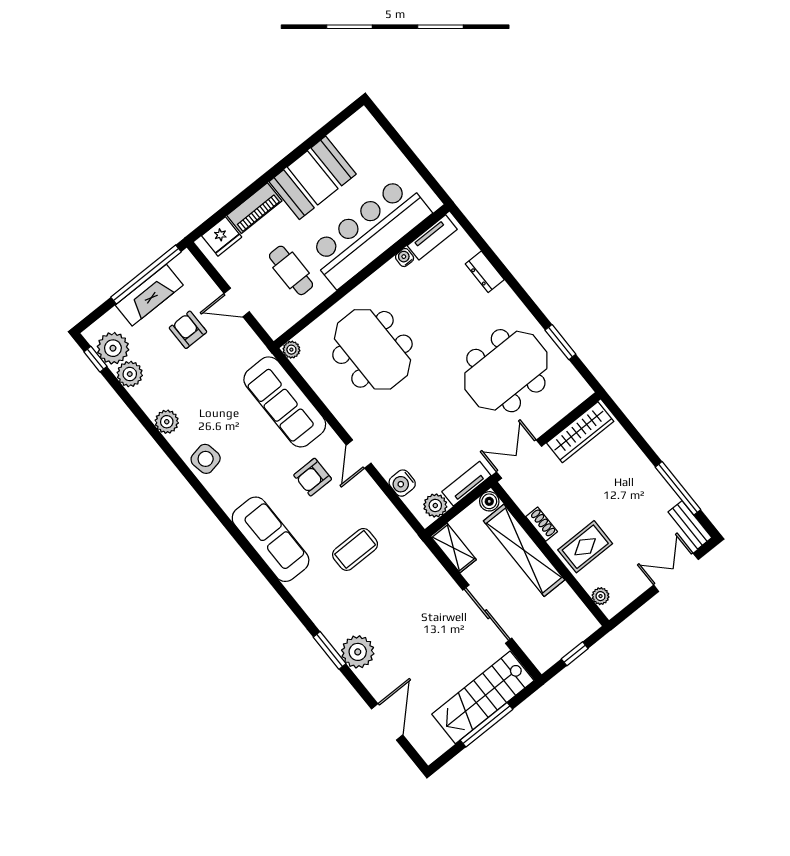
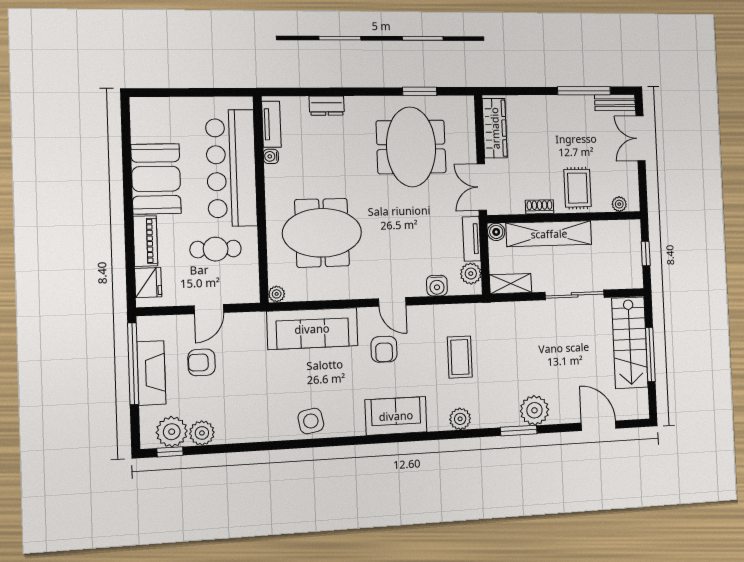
plant: (167, 422) -> (460, 419), moved
sofa: (271, 539) -> (396, 416), width x0.73

